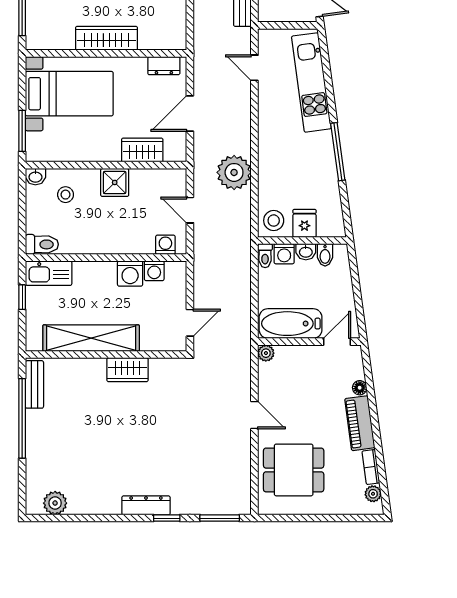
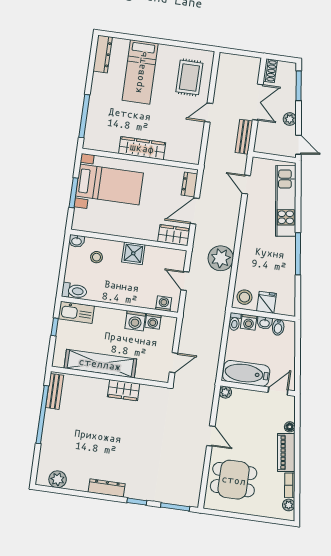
dresser: (164, 66) -> (189, 185), moved, turned 90
window: (22, 131) -> (74, 193), moved
wardrobe: (142, 150) -> (174, 235), moved
dresser: (146, 505) -> (107, 488), moved

